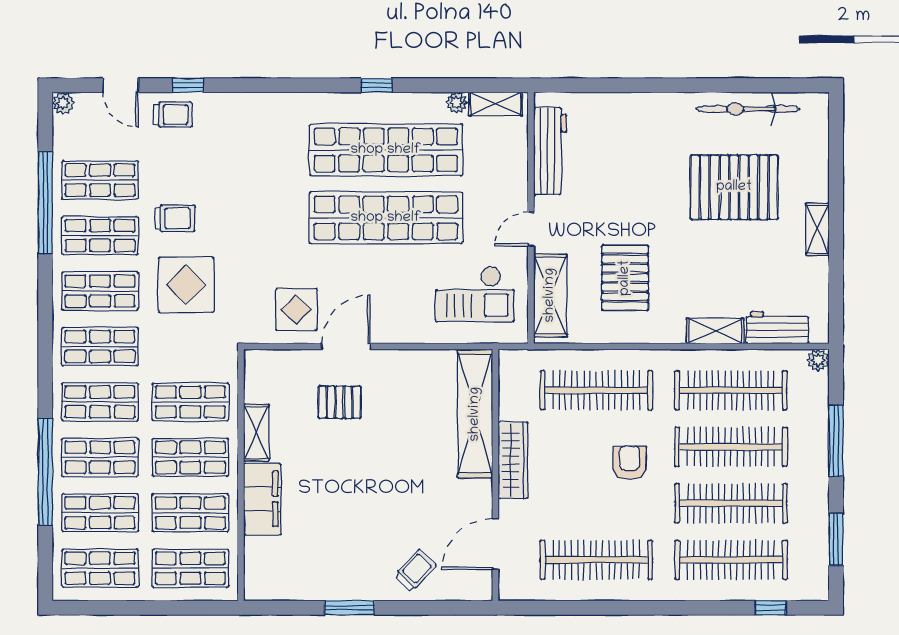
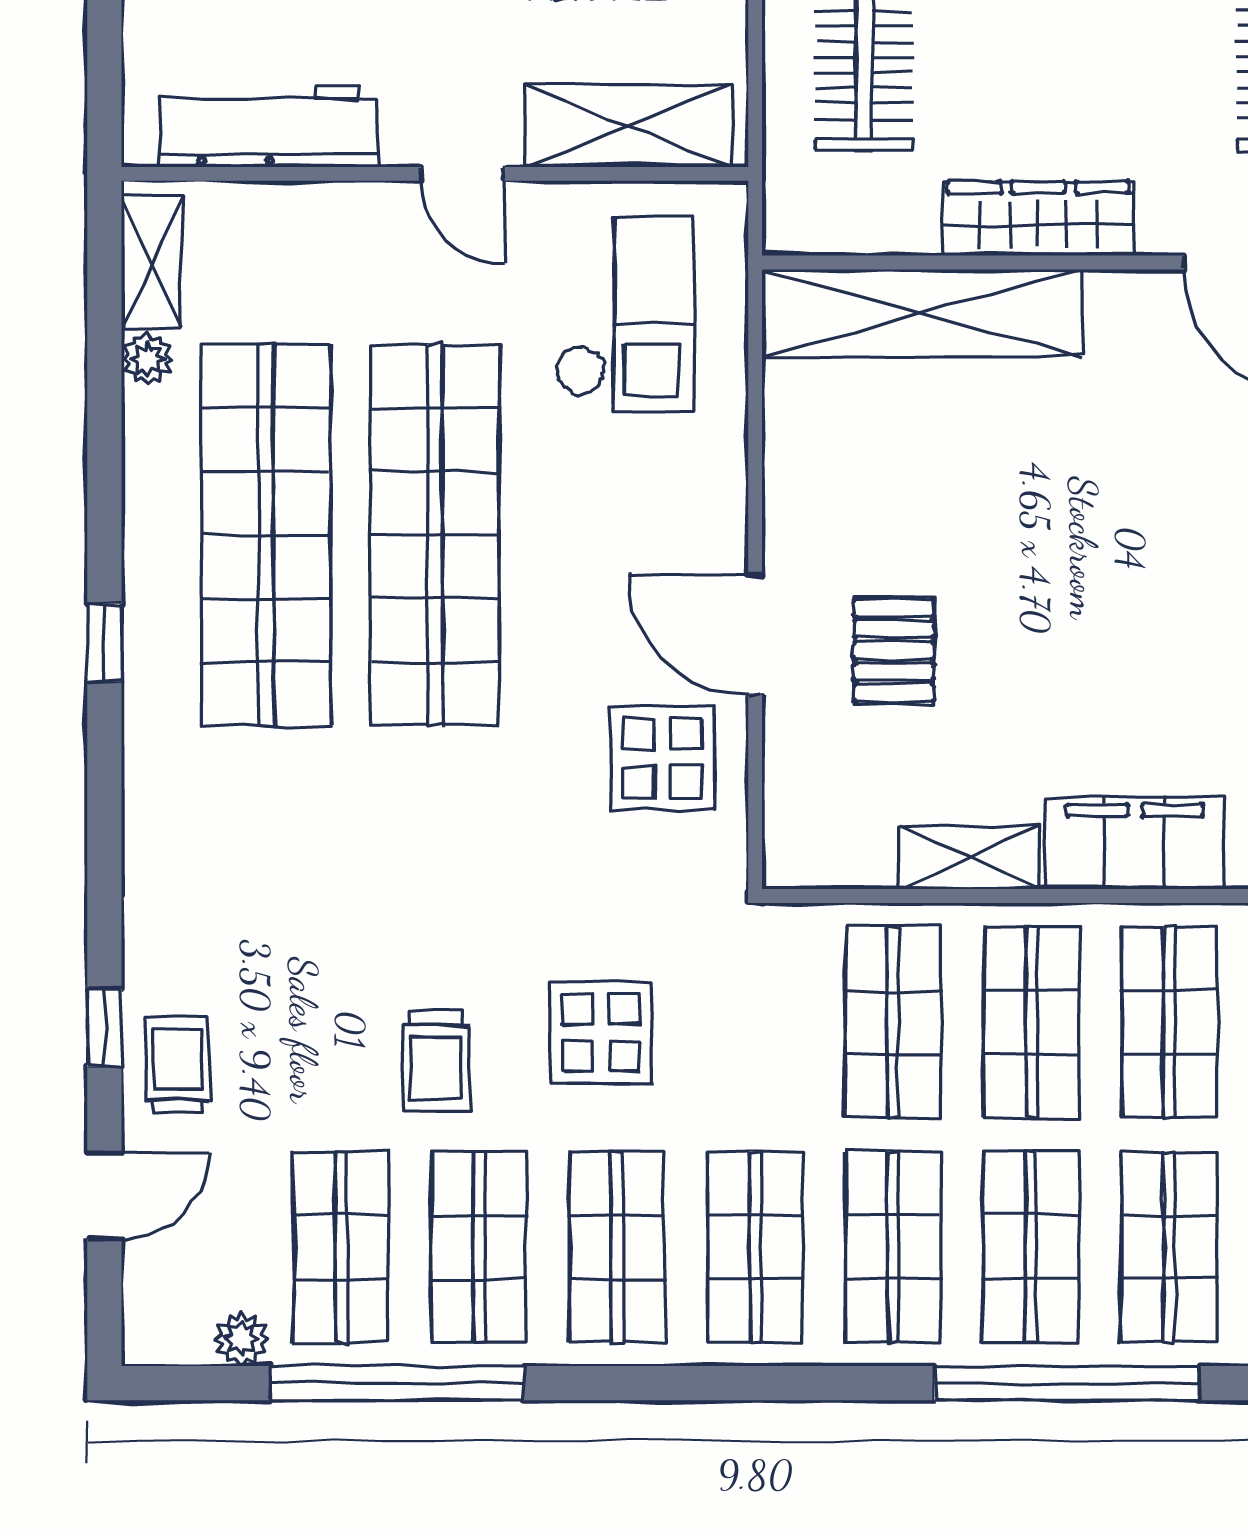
window: (376, 85) -> (104, 642), moved
plant: (63, 103) -> (242, 1339), moved
trolley: (175, 218) -> (436, 1061), turned 180
display table: (186, 285) -> (601, 1033), width x0.73, depth x0.73

